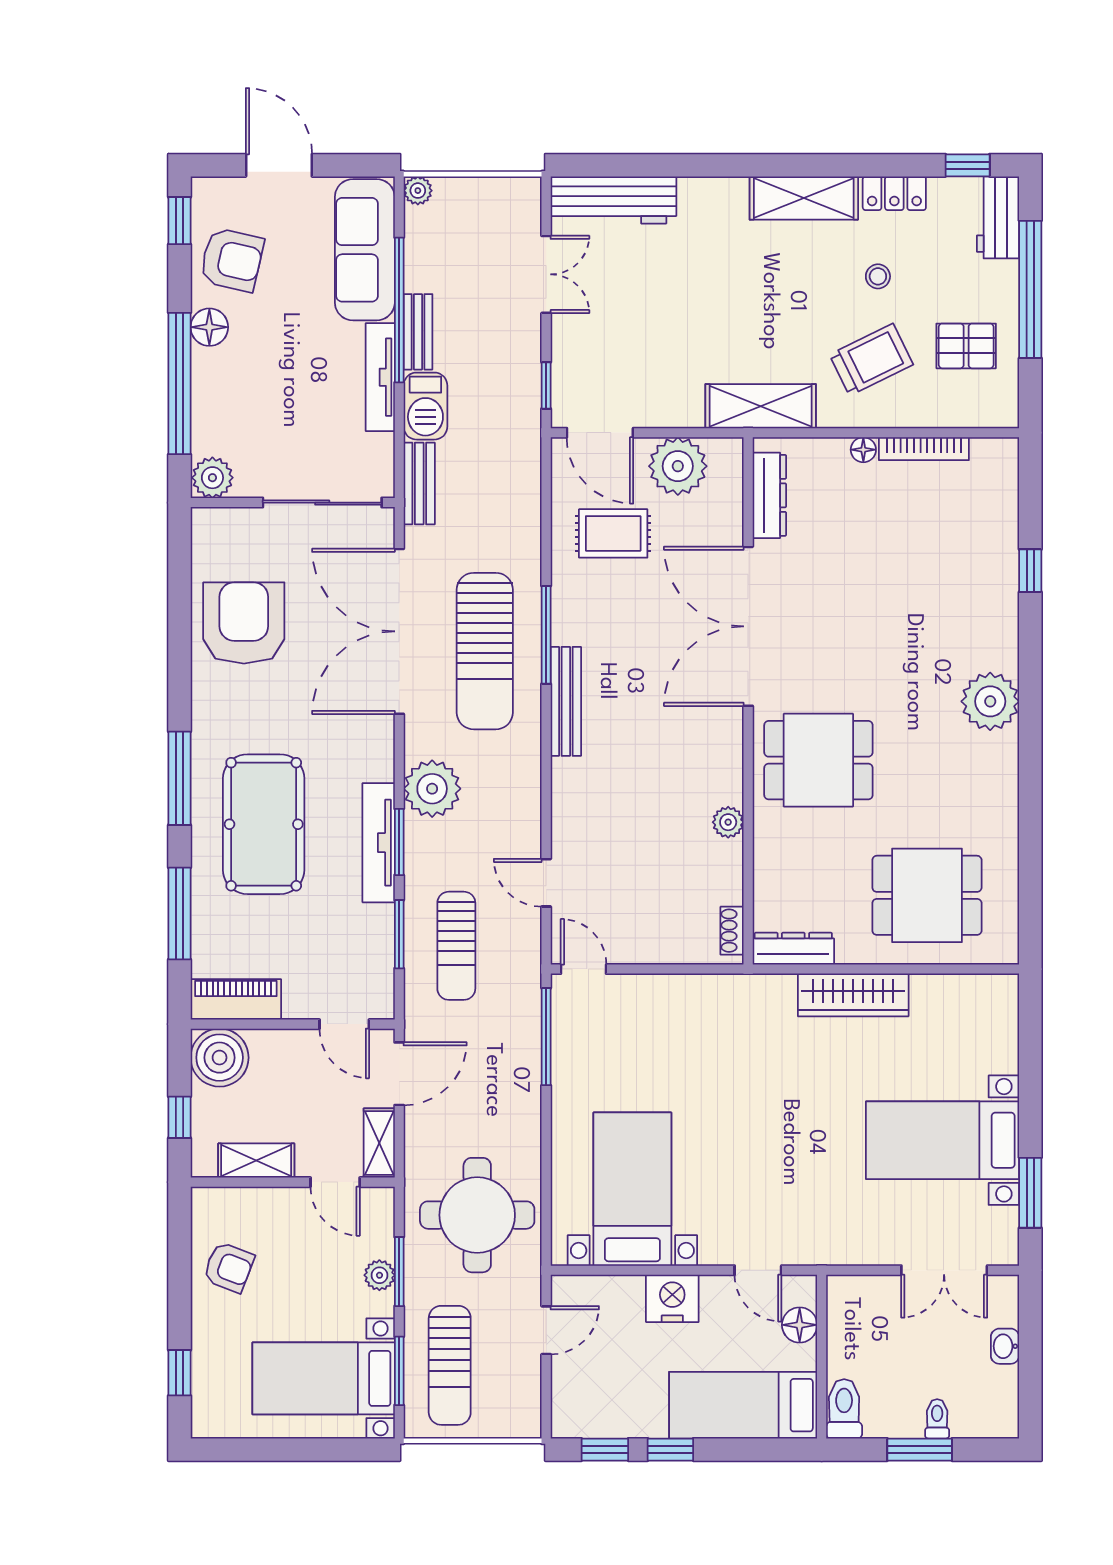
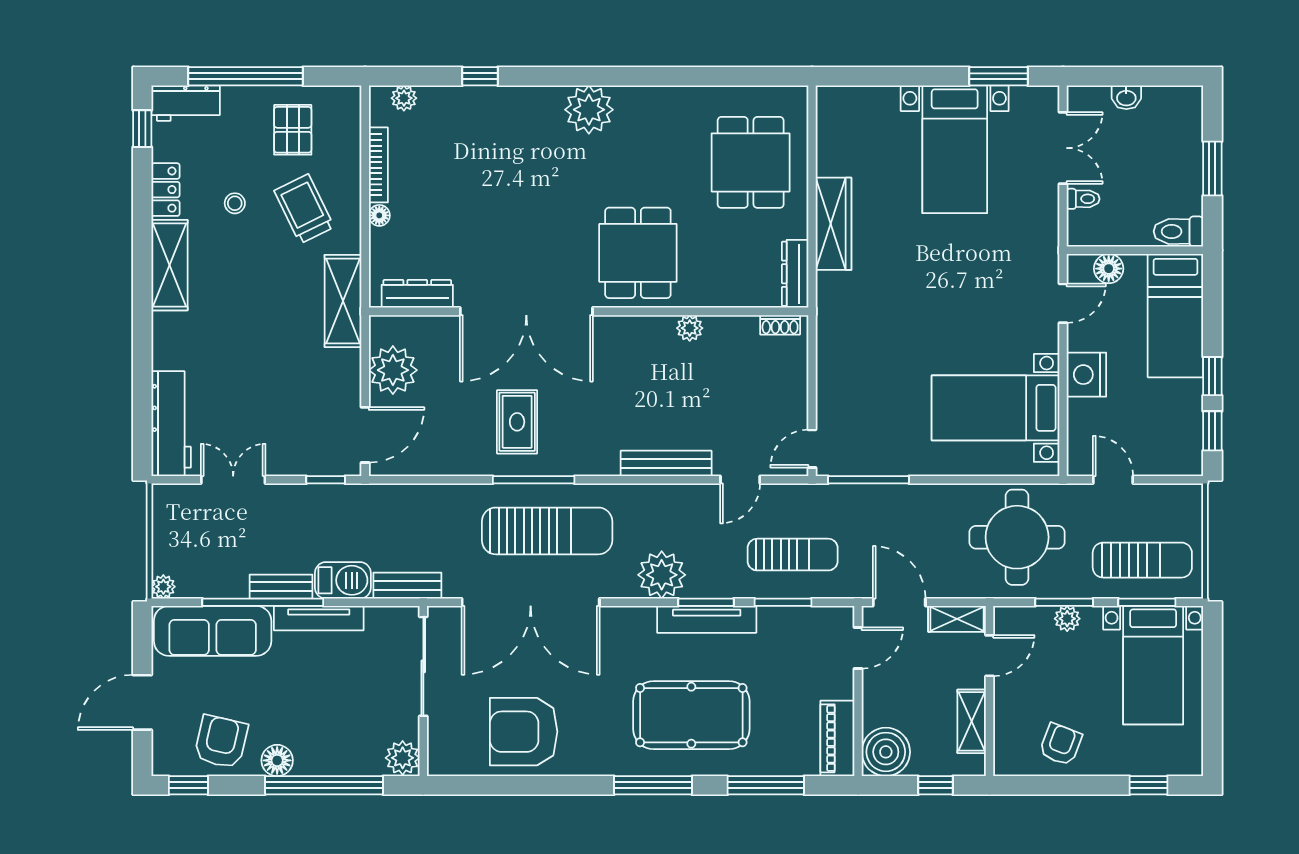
plant: (1004, 479) -> (404, 98), added
rug: (613, 533) -> (517, 422), moved
bench: (566, 701) -> (666, 463), moved
toilet: (937, 1419) -> (1083, 199), moved, turned 180

